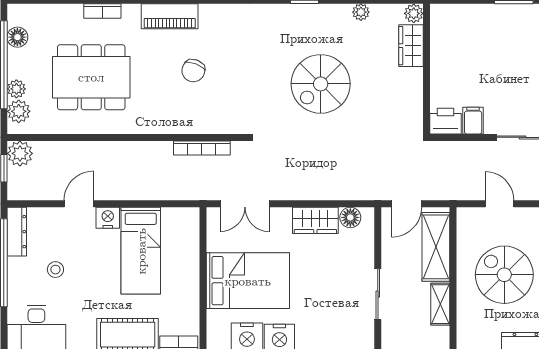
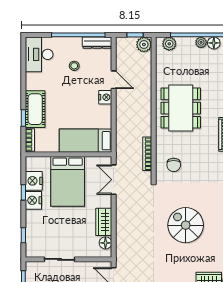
chair: (193, 71) -> (174, 165), moved, turned -111
dining table: (91, 77) -> (181, 108), moved
plant: (16, 89) -> (201, 42), moved
bed: (141, 251) -> (86, 141), moved

